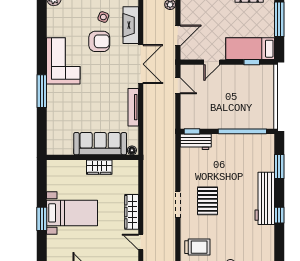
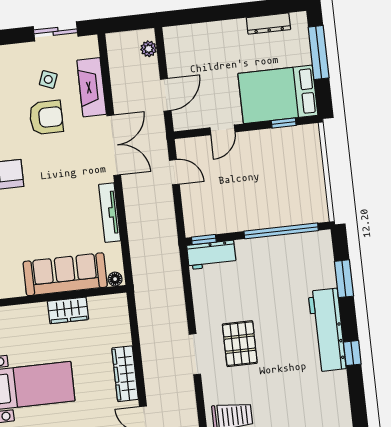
bed: (250, 49) -> (278, 94), width x1.50

